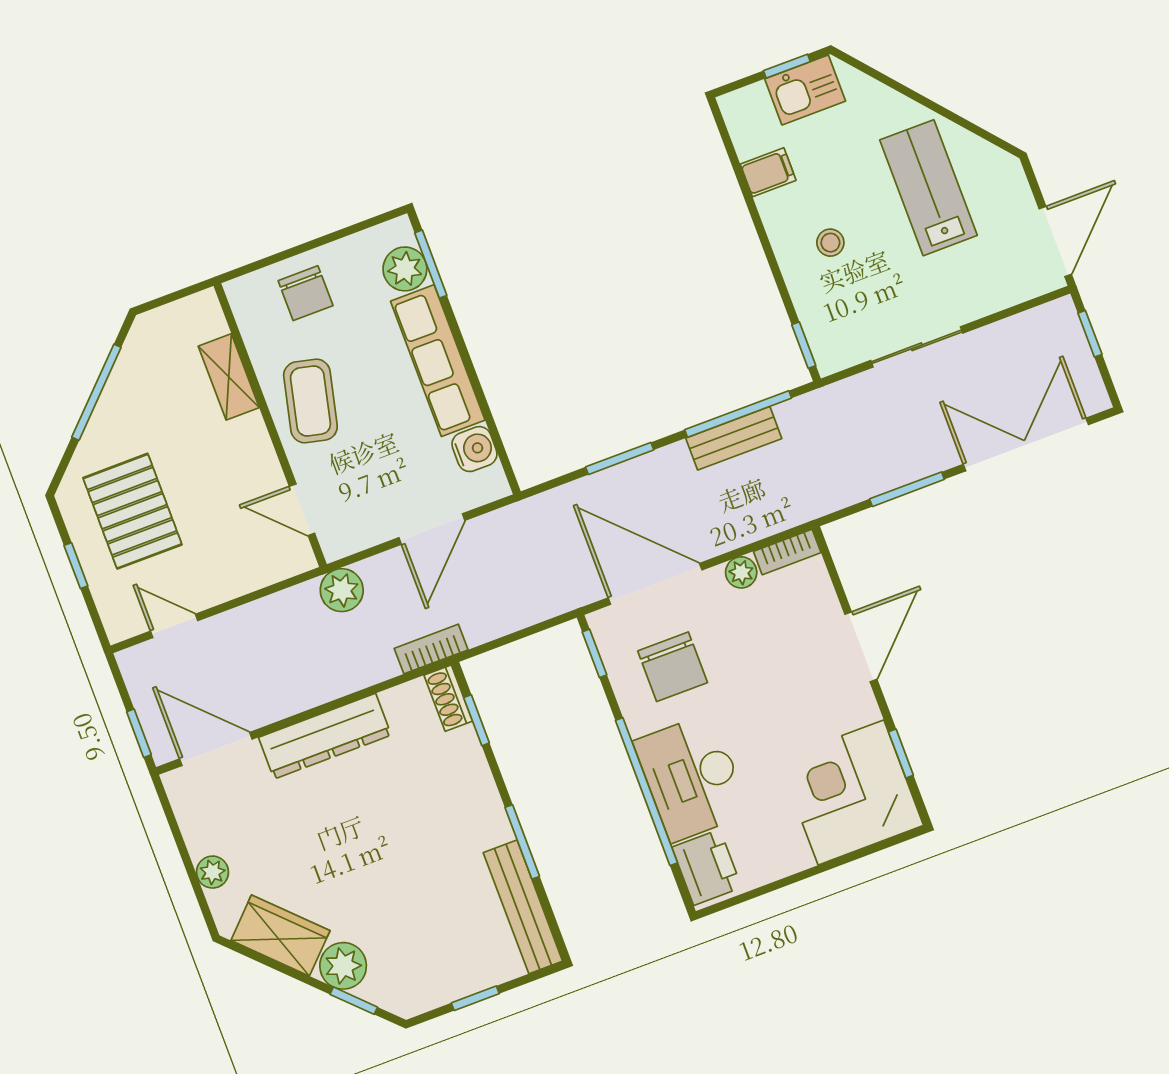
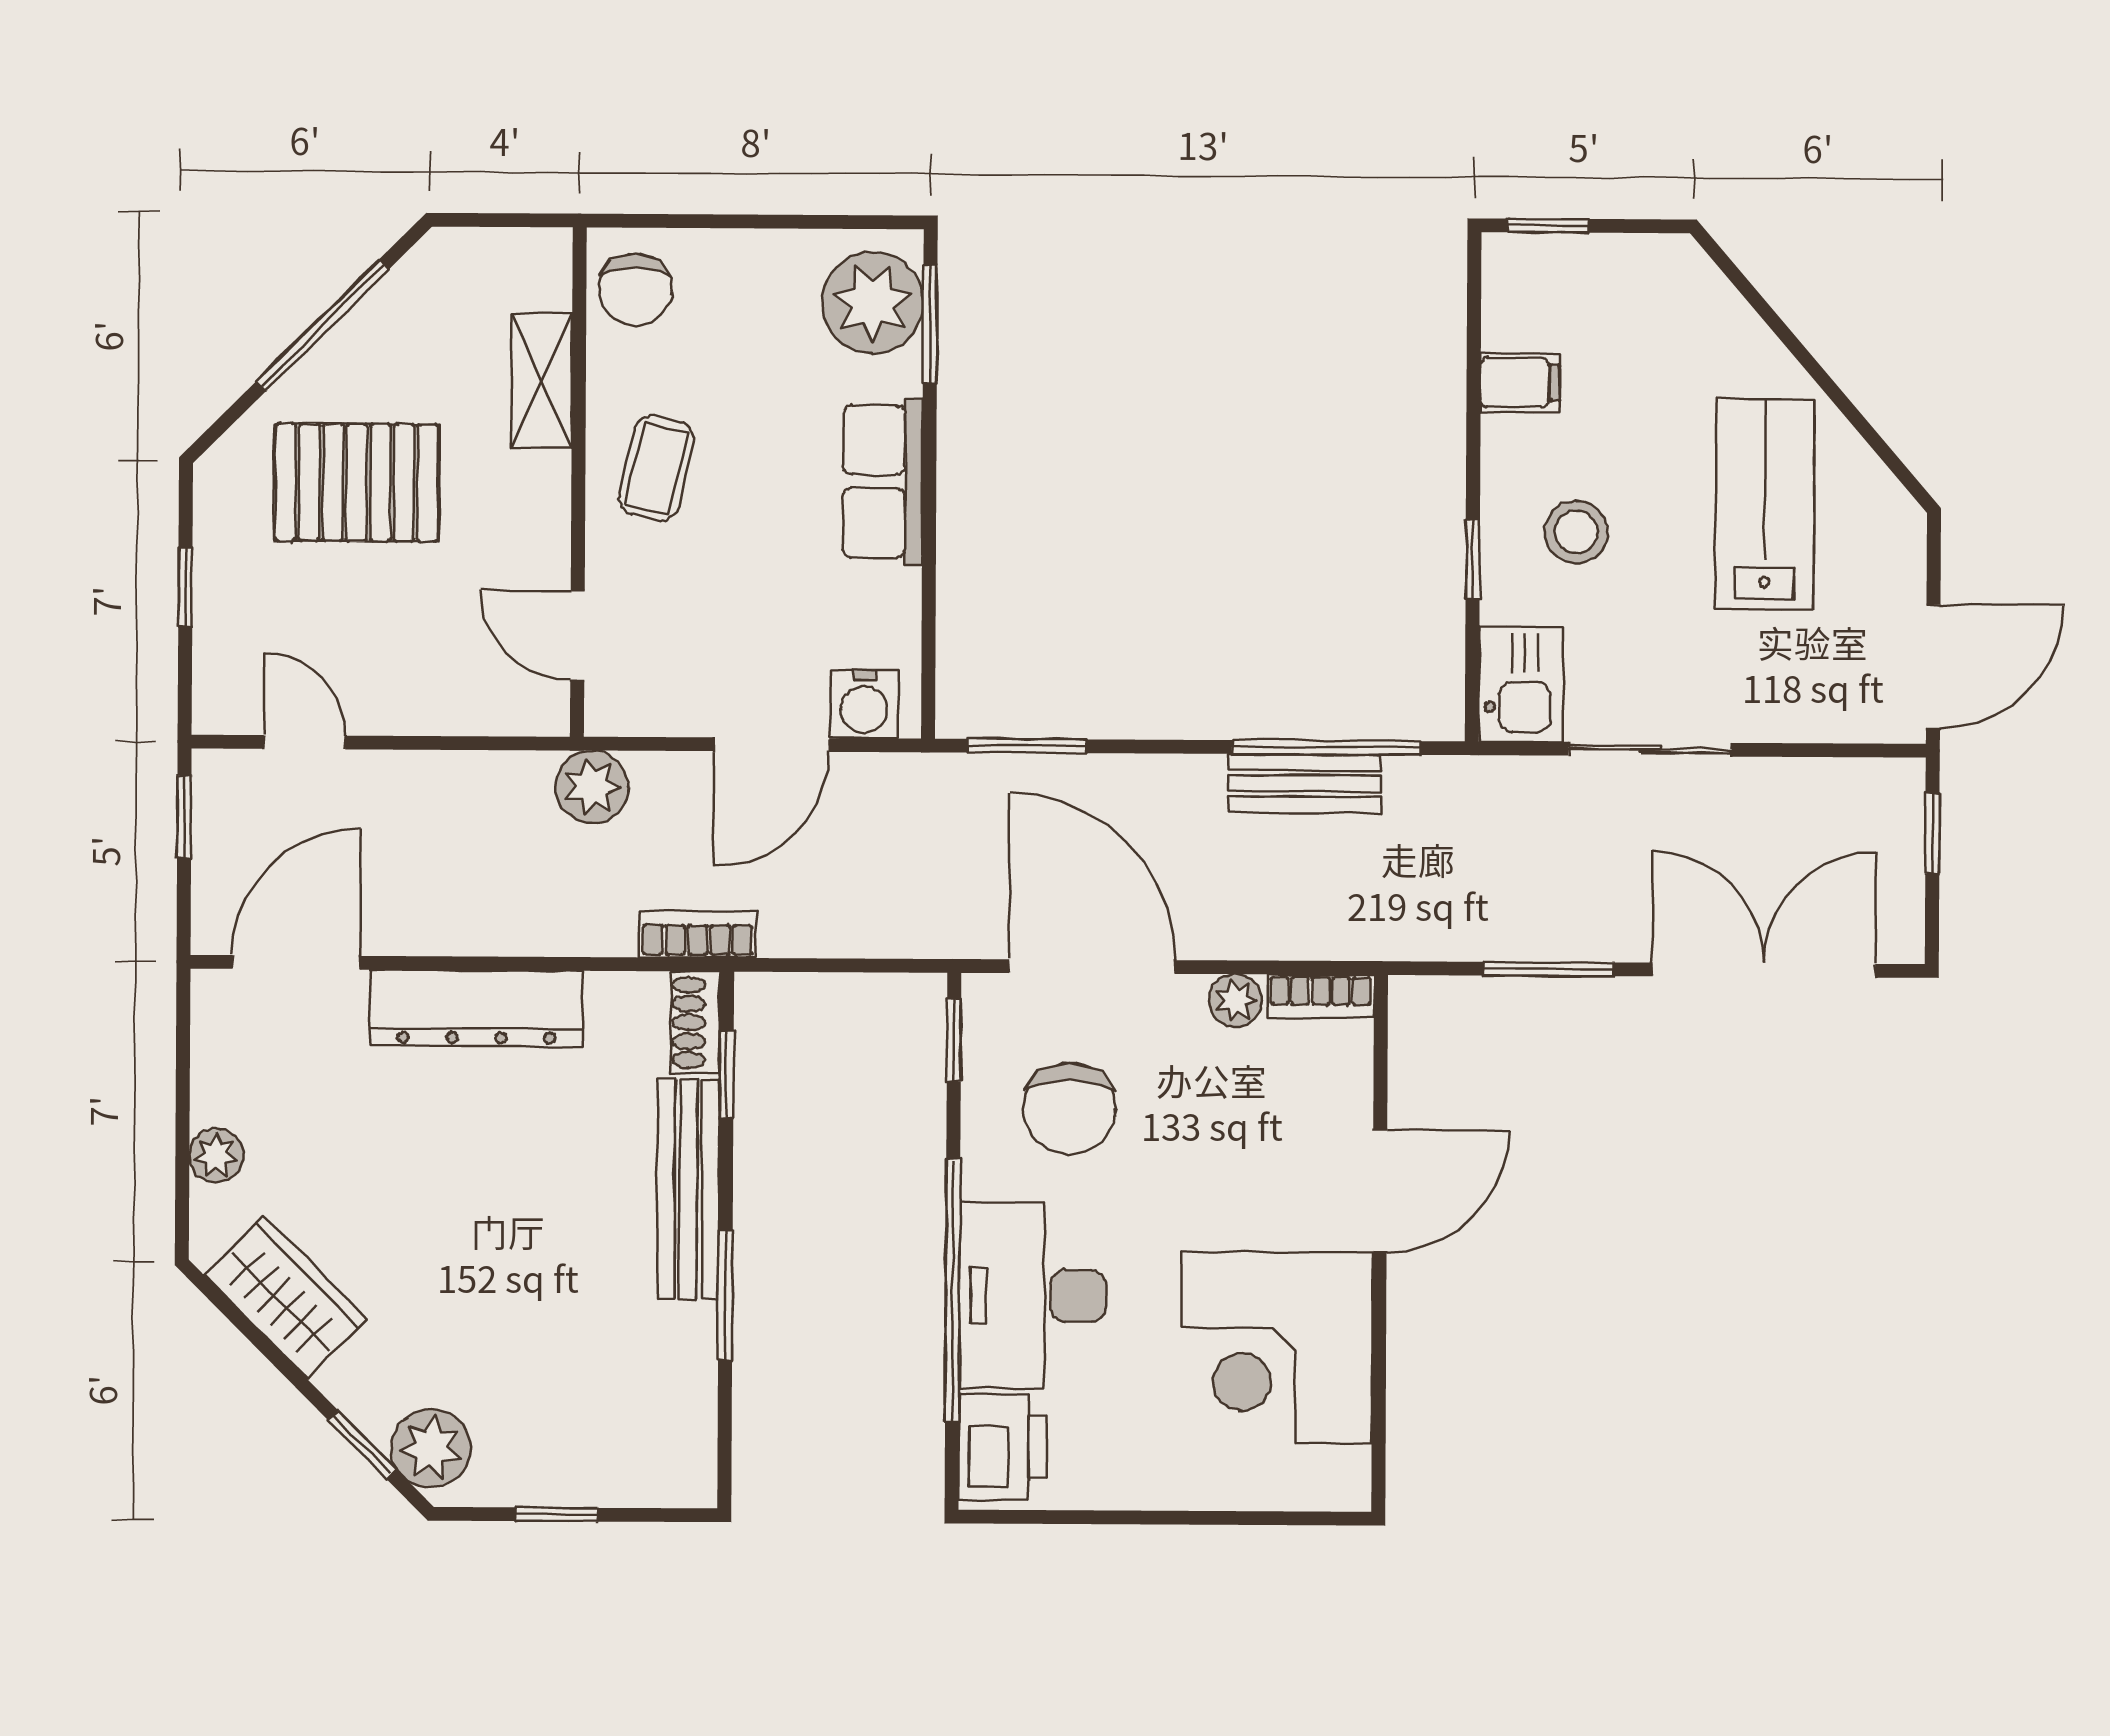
window: (787, 66) -> (1548, 226), moved
kitchen sink: (805, 90) -> (1521, 684), moved, turned -90
stool: (830, 243) -> (1576, 532), width x1.37, depth x1.37
plant: (405, 269) -> (873, 303), width x1.36, depth x1.36
chair: (306, 293) -> (635, 290), moved
window: (804, 345) -> (1473, 560), moved
row of seats: (438, 361) -> (883, 481), width x0.68
coffee table: (310, 401) -> (657, 468), width x0.73, depth x0.77
water cooler: (474, 449) -> (864, 704), moved, turned 90
window: (620, 458) -> (1027, 746), moved
pallet: (132, 511) -> (357, 483), moved, turned 90
window: (139, 733) -> (184, 817), moved
door: (216, 749) -> (296, 962), hinge flipped
window: (901, 754) -> (1379, 1384), removed
corner desk: (851, 792) -> (1277, 1348), moved, turned -90
bench: (523, 907) -> (688, 1189), moved
plant: (343, 966) -> (431, 1448), moved

